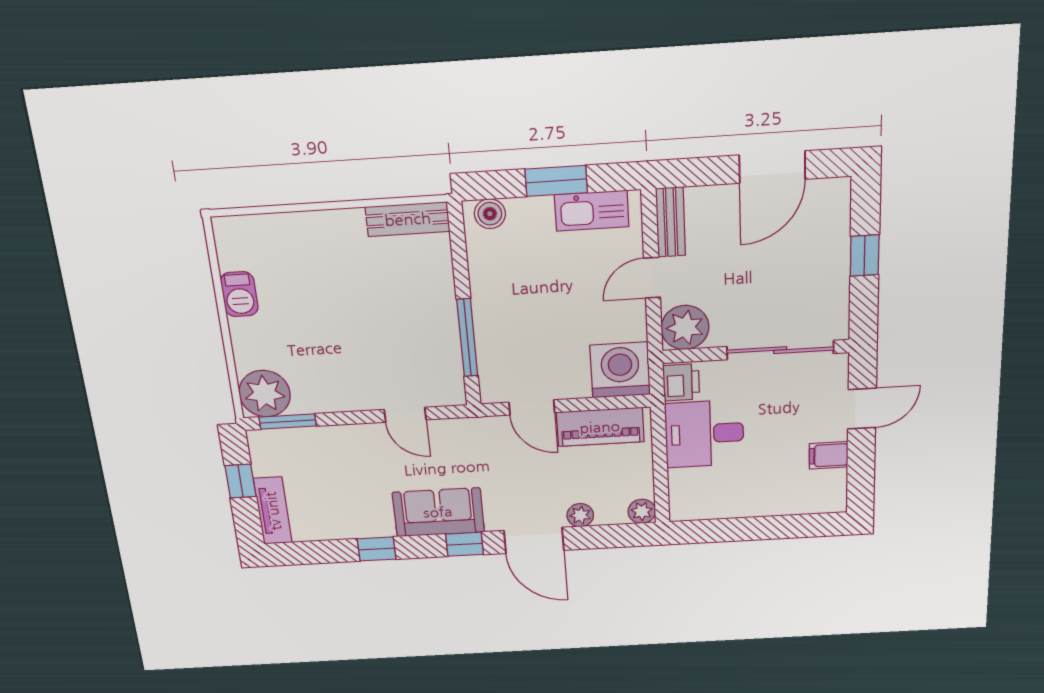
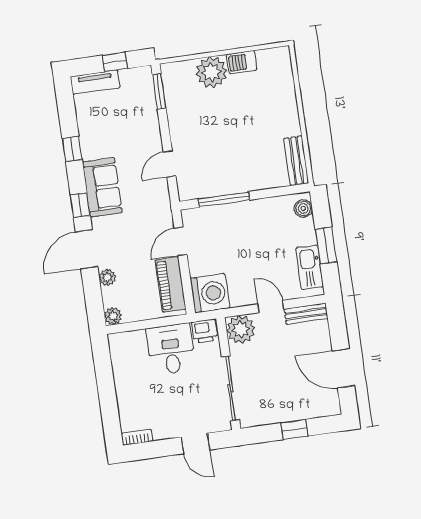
plant: (265, 394) -> (211, 72), moved
filing cabinet: (829, 455) -> (162, 428), removed
bookcase: (838, 491) -> (137, 437), added

